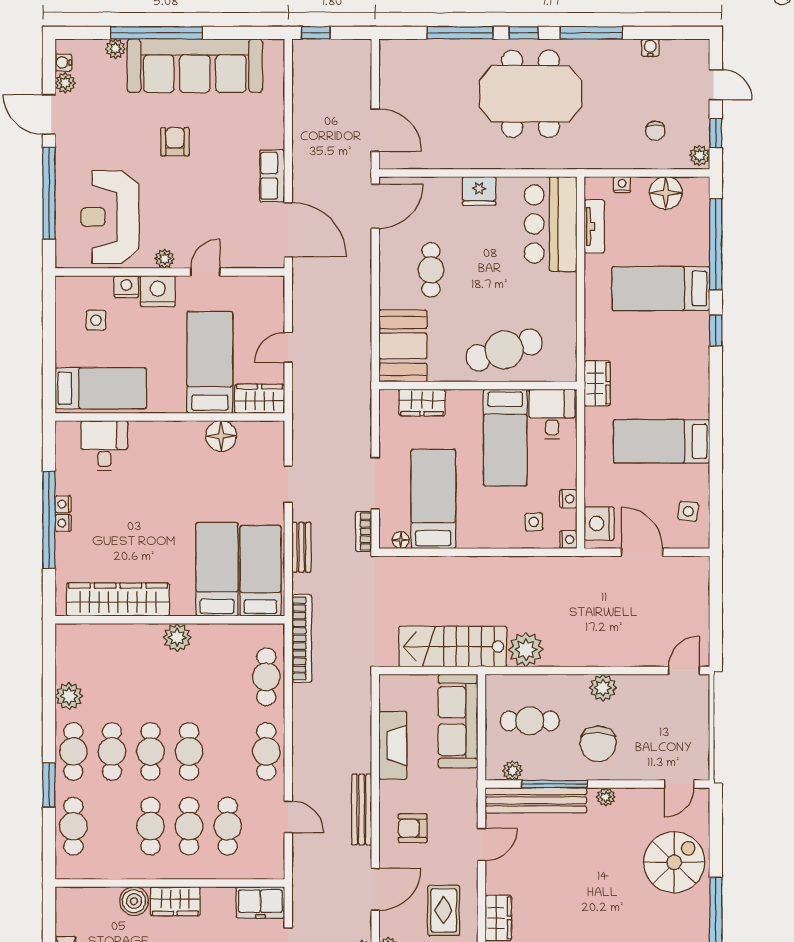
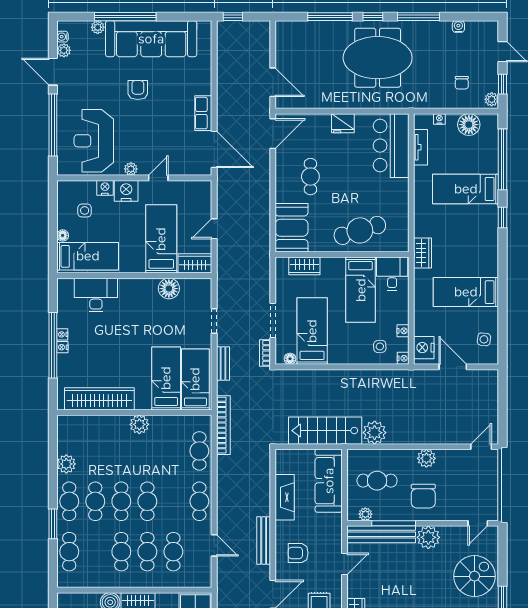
floor lamp: (64, 357) -> (63, 235), added
desk: (104, 446) -> (96, 295), width x1.37
plant: (606, 797) -> (428, 537), width x1.88, depth x1.88

